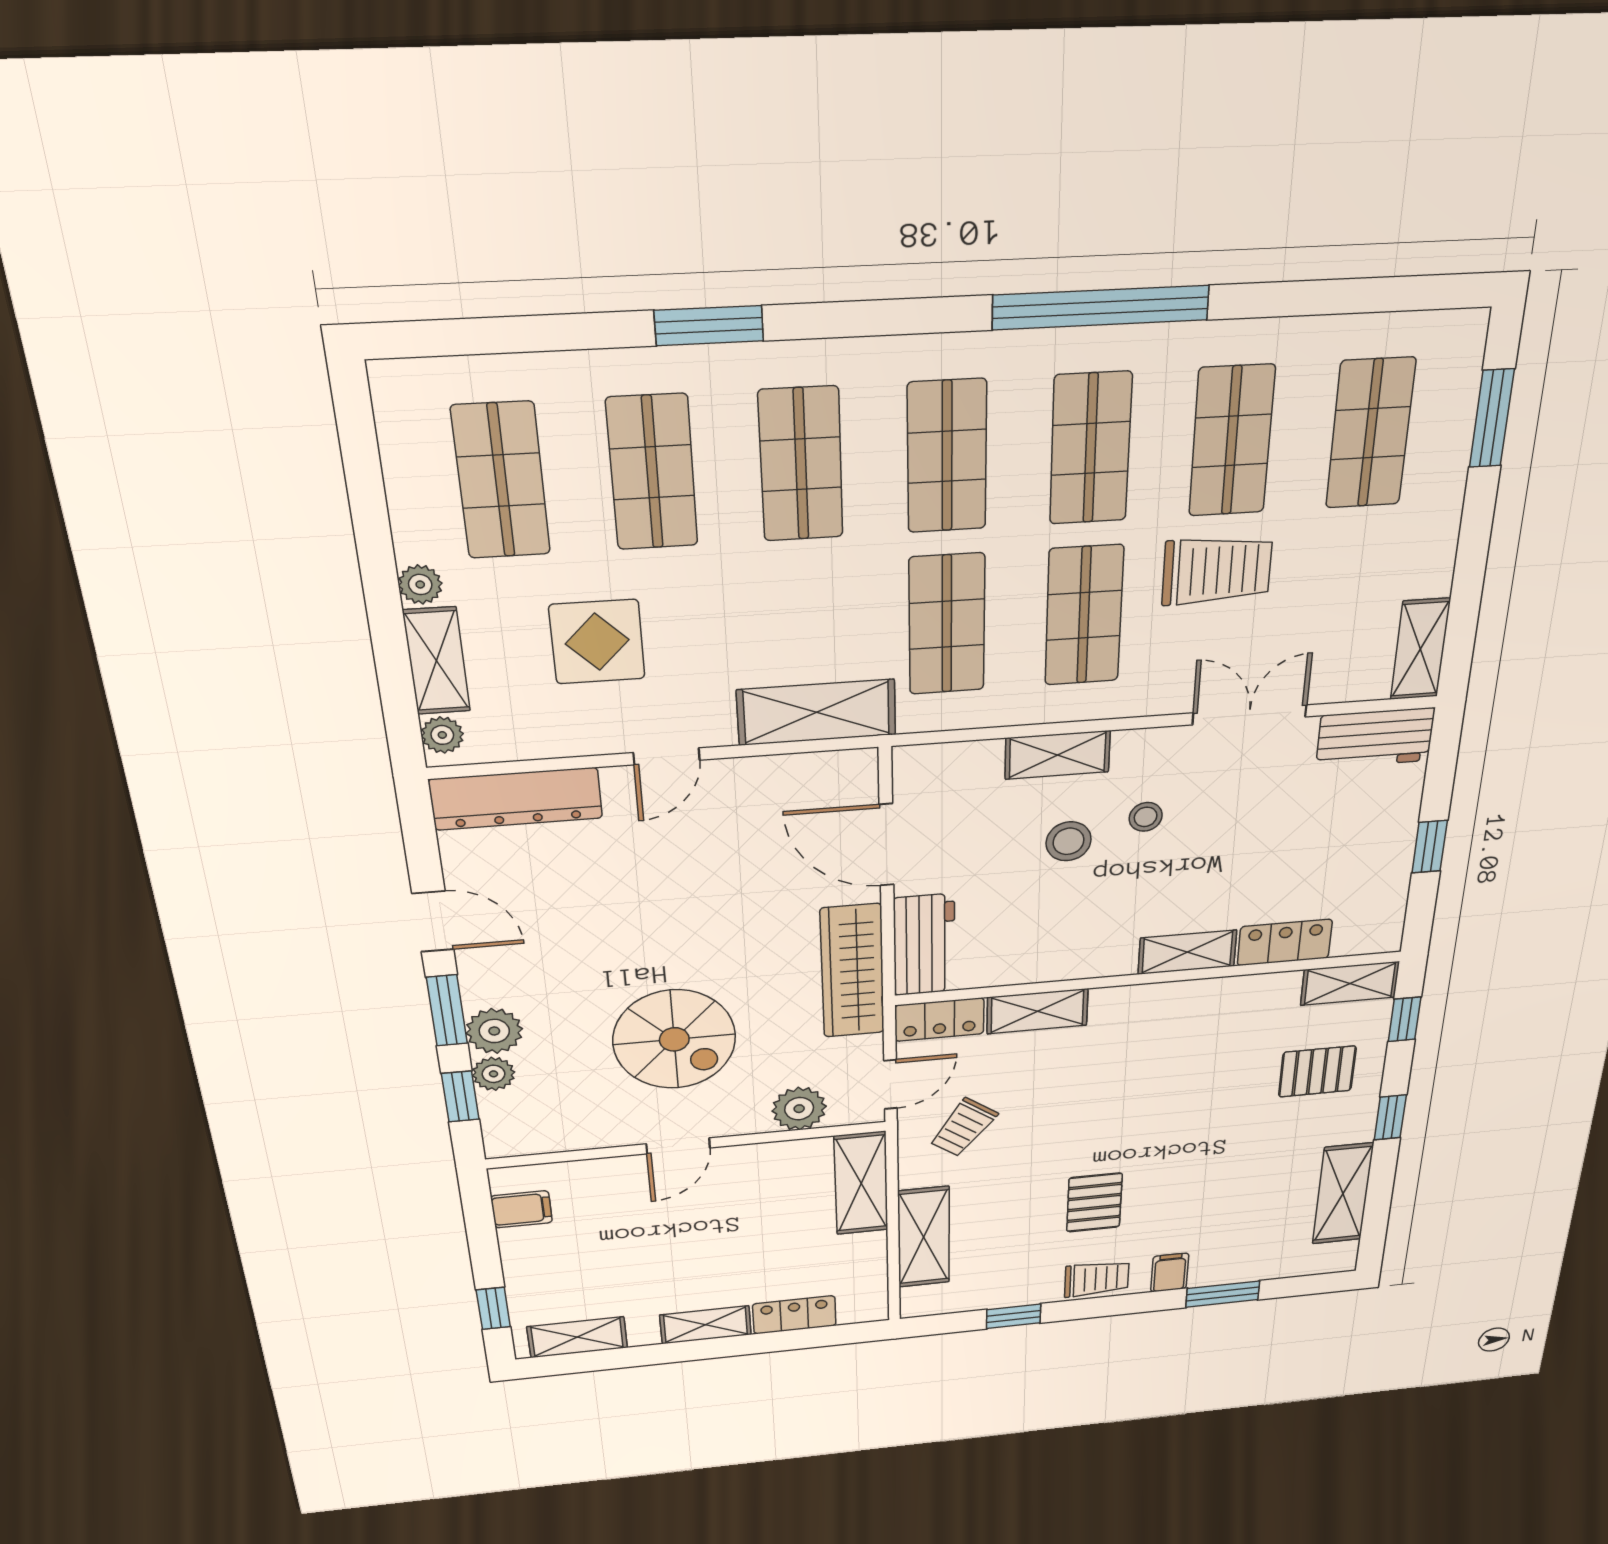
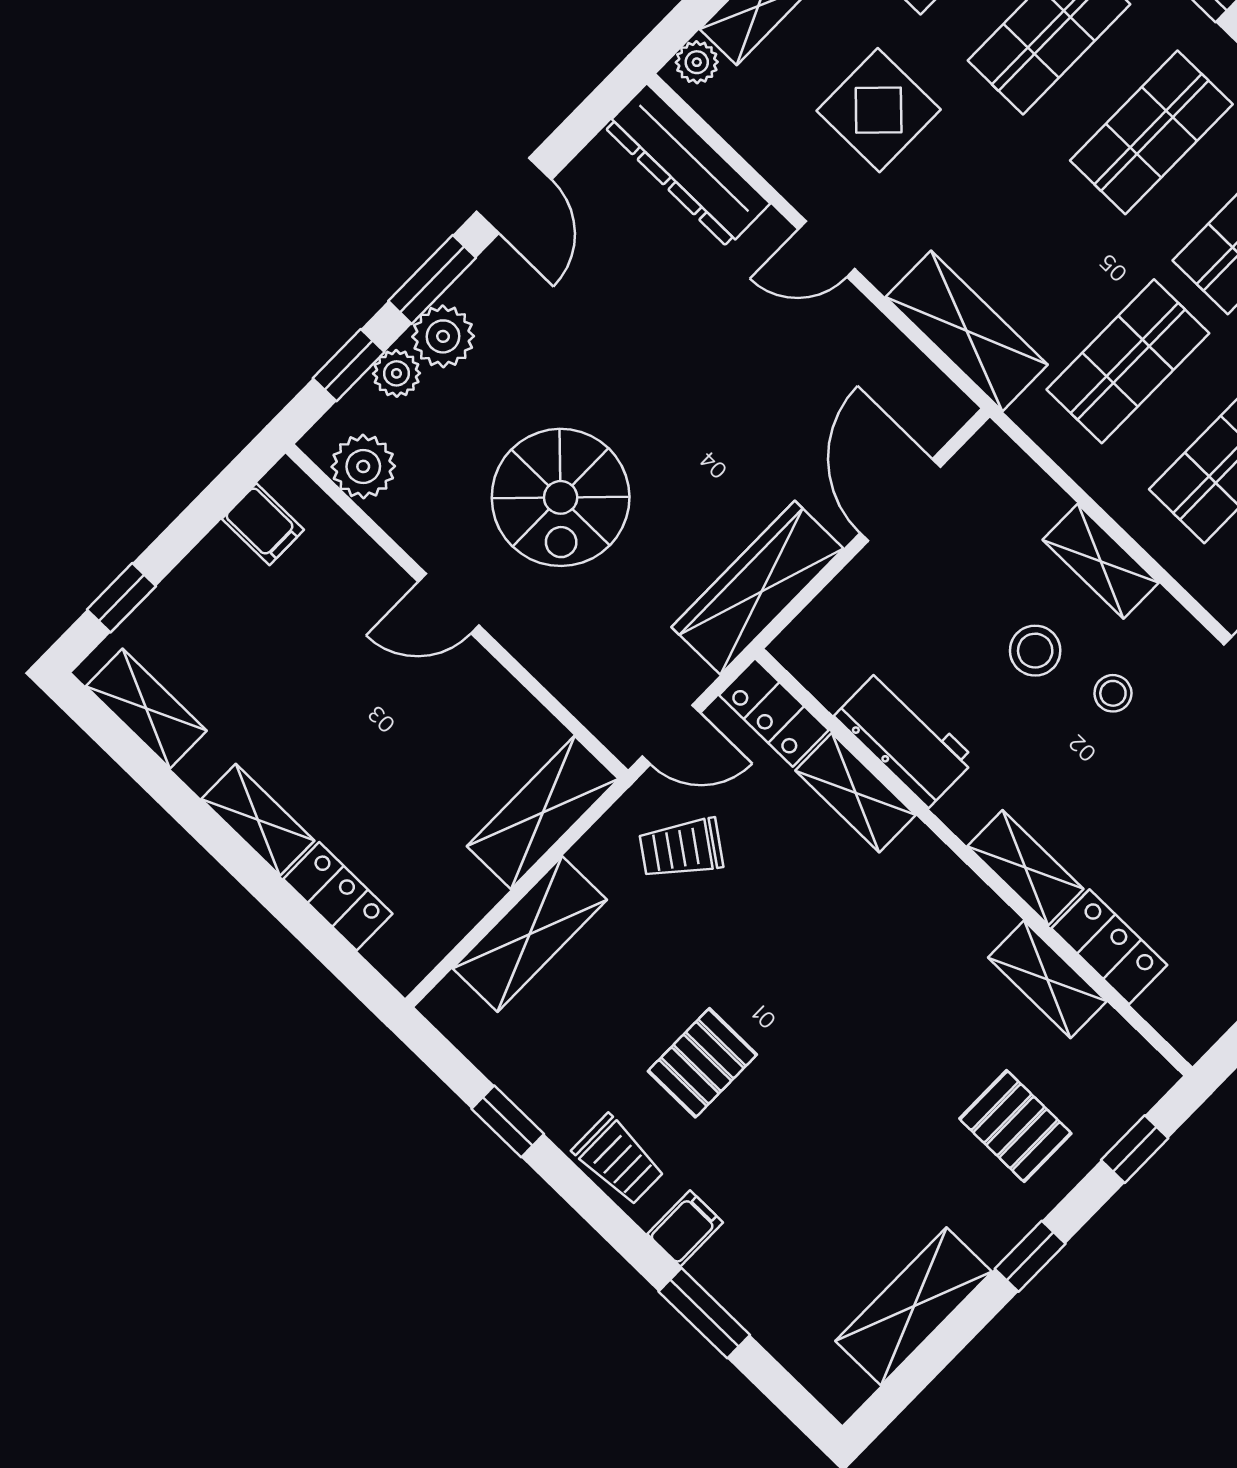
workbench: (924, 945) -> (905, 738), moved, turned -90
shelving: (1350, 983) -> (1047, 979), moved
plant: (799, 1109) -> (363, 466), moved

